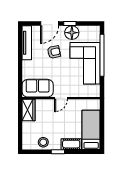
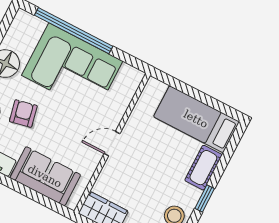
sofa: (38, 88) -> (45, 176), moved, turned 90
door: (61, 98) -> (112, 144), swing flipped

